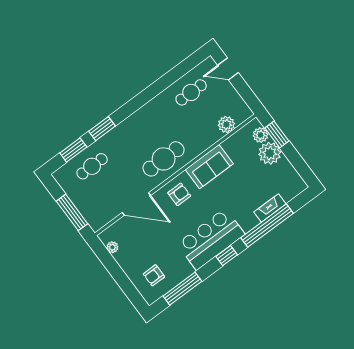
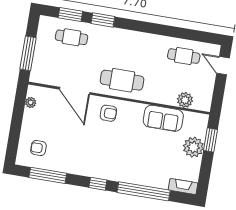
plant: (260, 135) -> (200, 129), removed
sofa: (209, 167) -> (163, 118), moved
fireplace: (270, 208) -> (183, 187), moved
bar counter: (211, 239) -> (99, 163), removed

